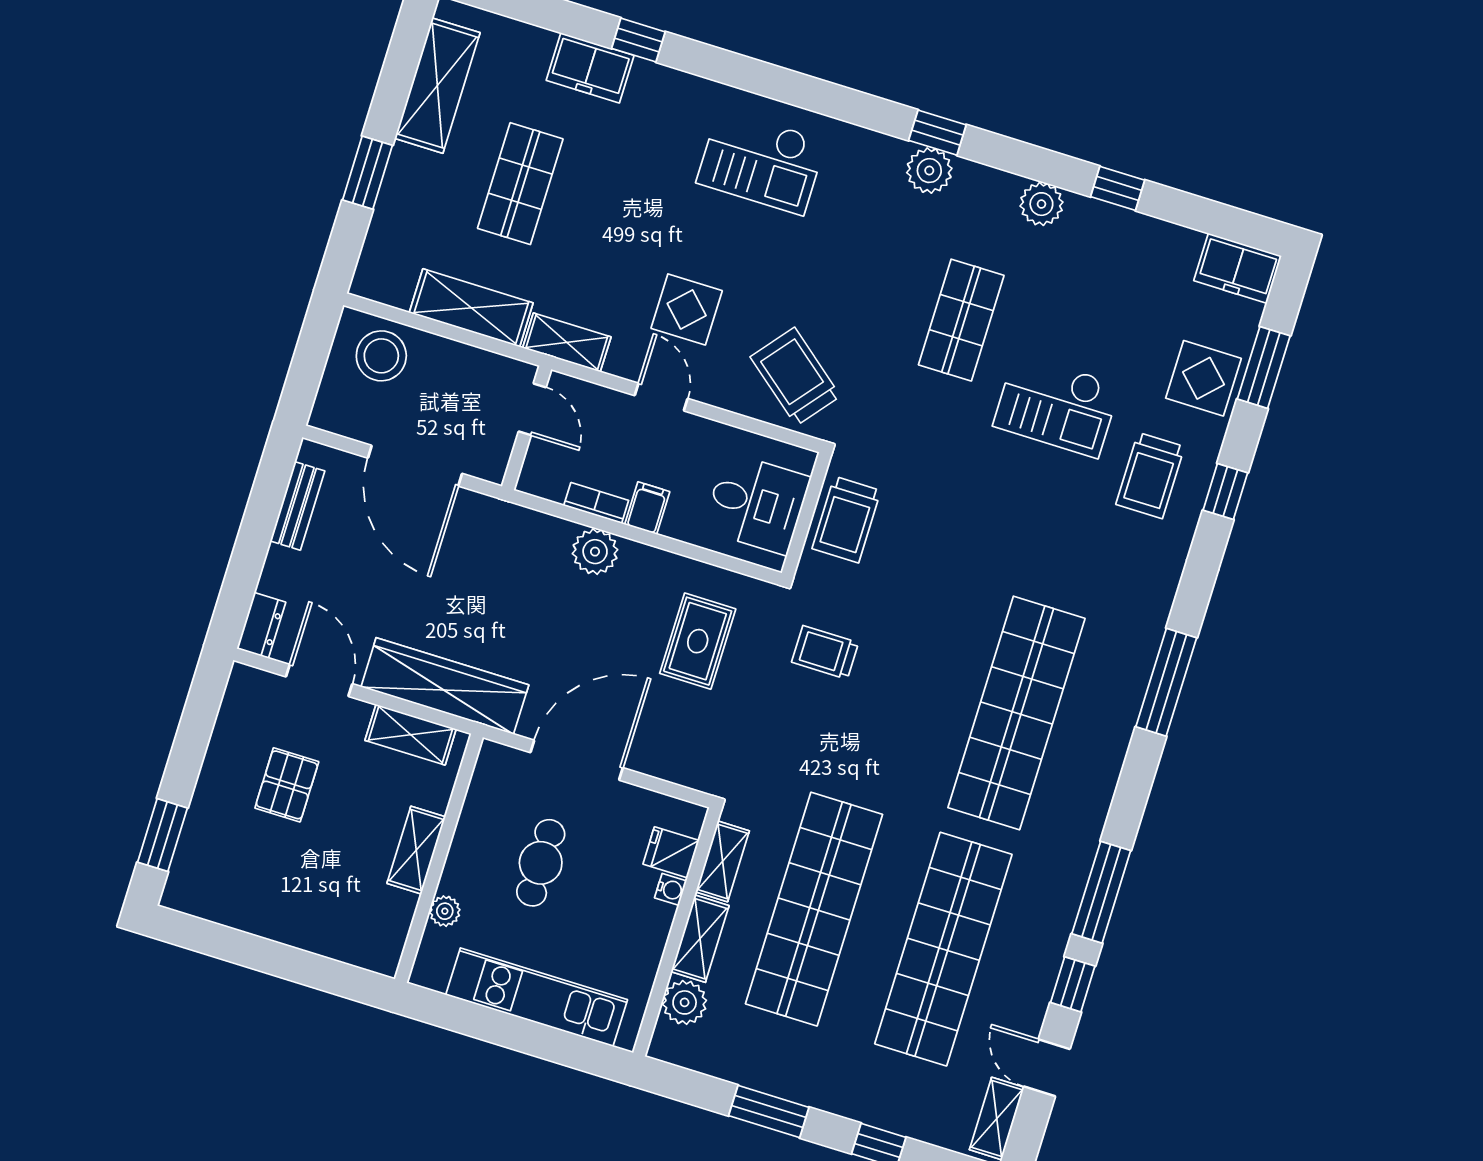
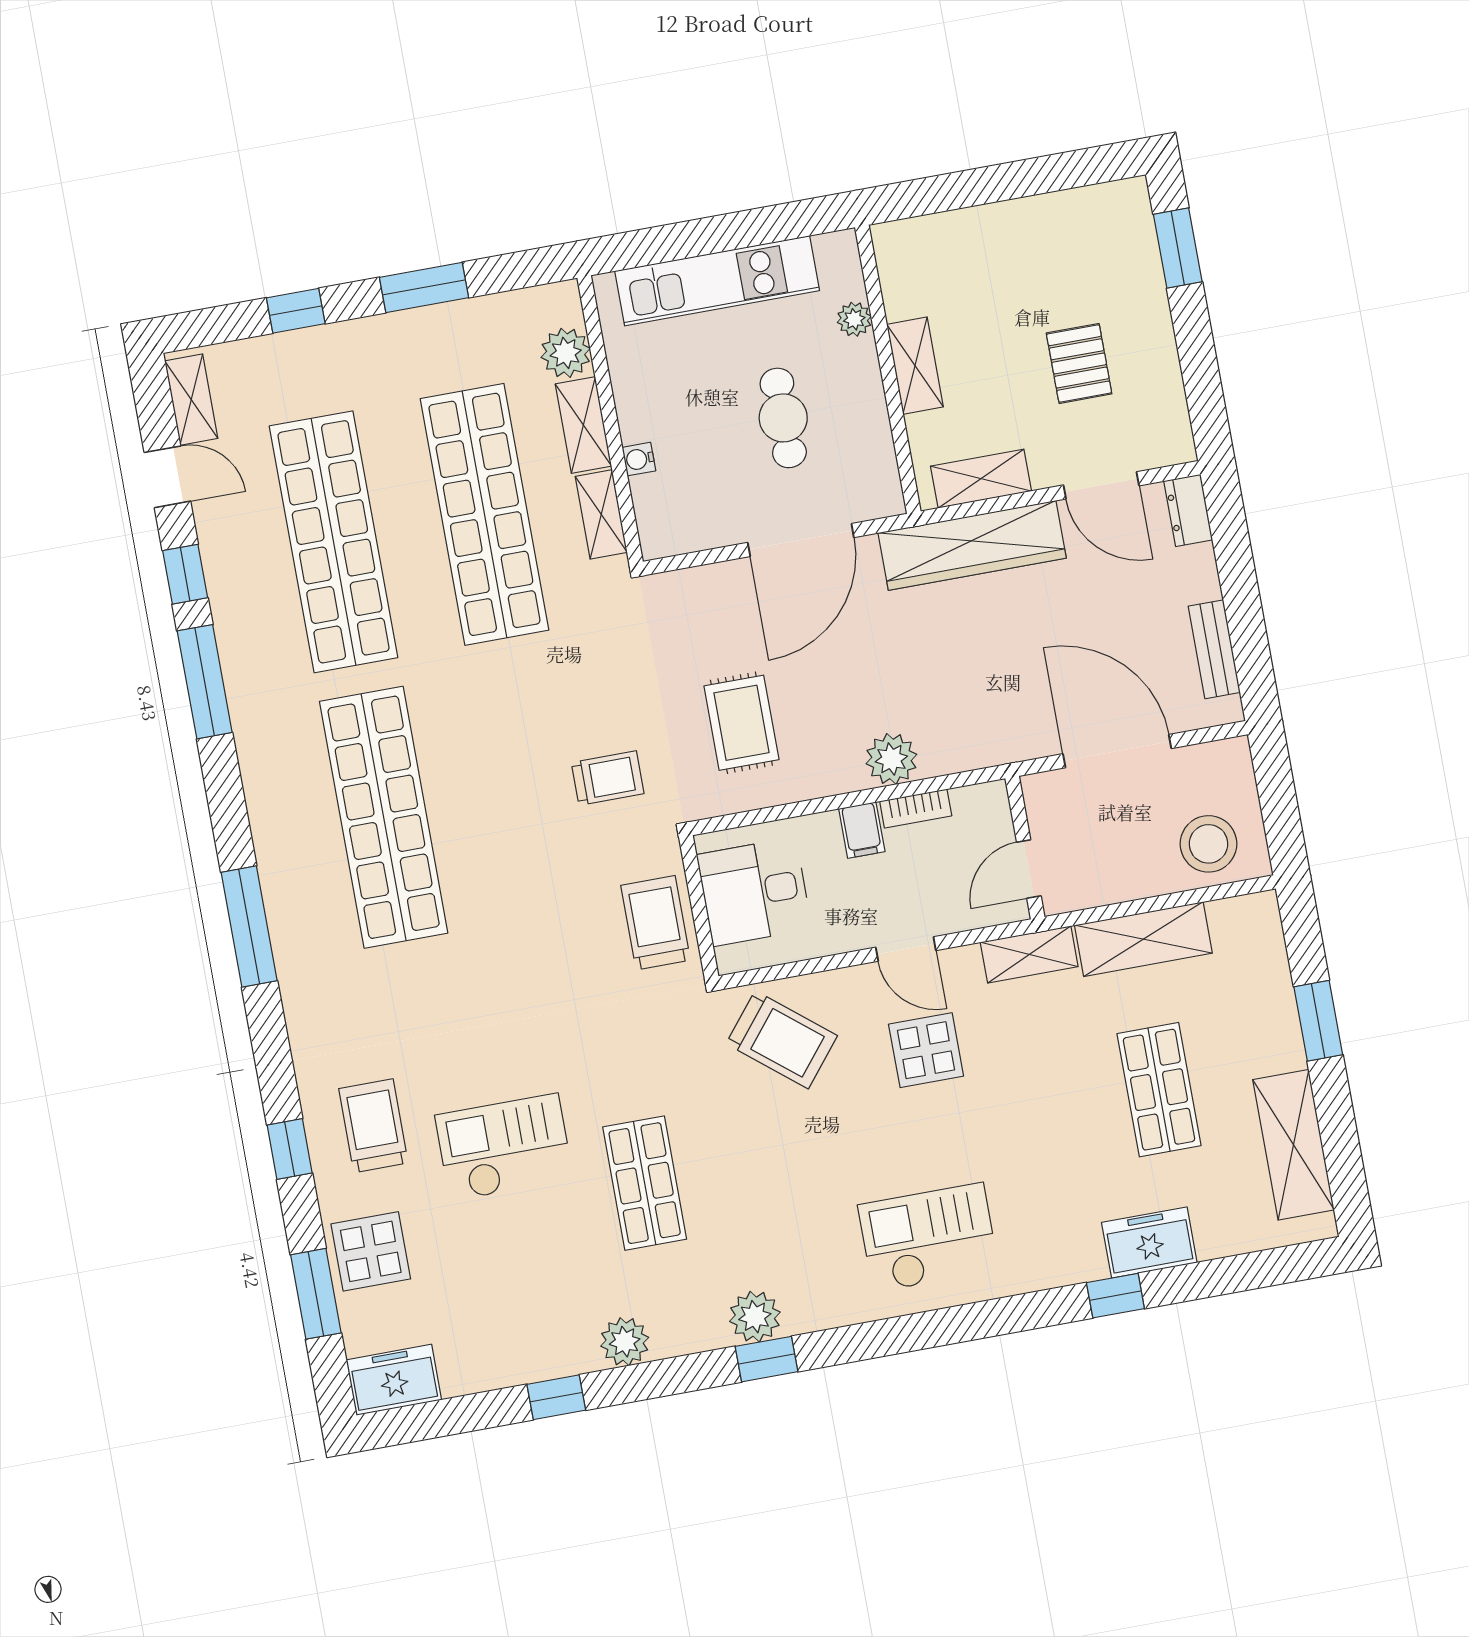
door: (532, 409) -> (1029, 869), hinge flipped
fridge: (671, 852) -> (658, 497), removed

